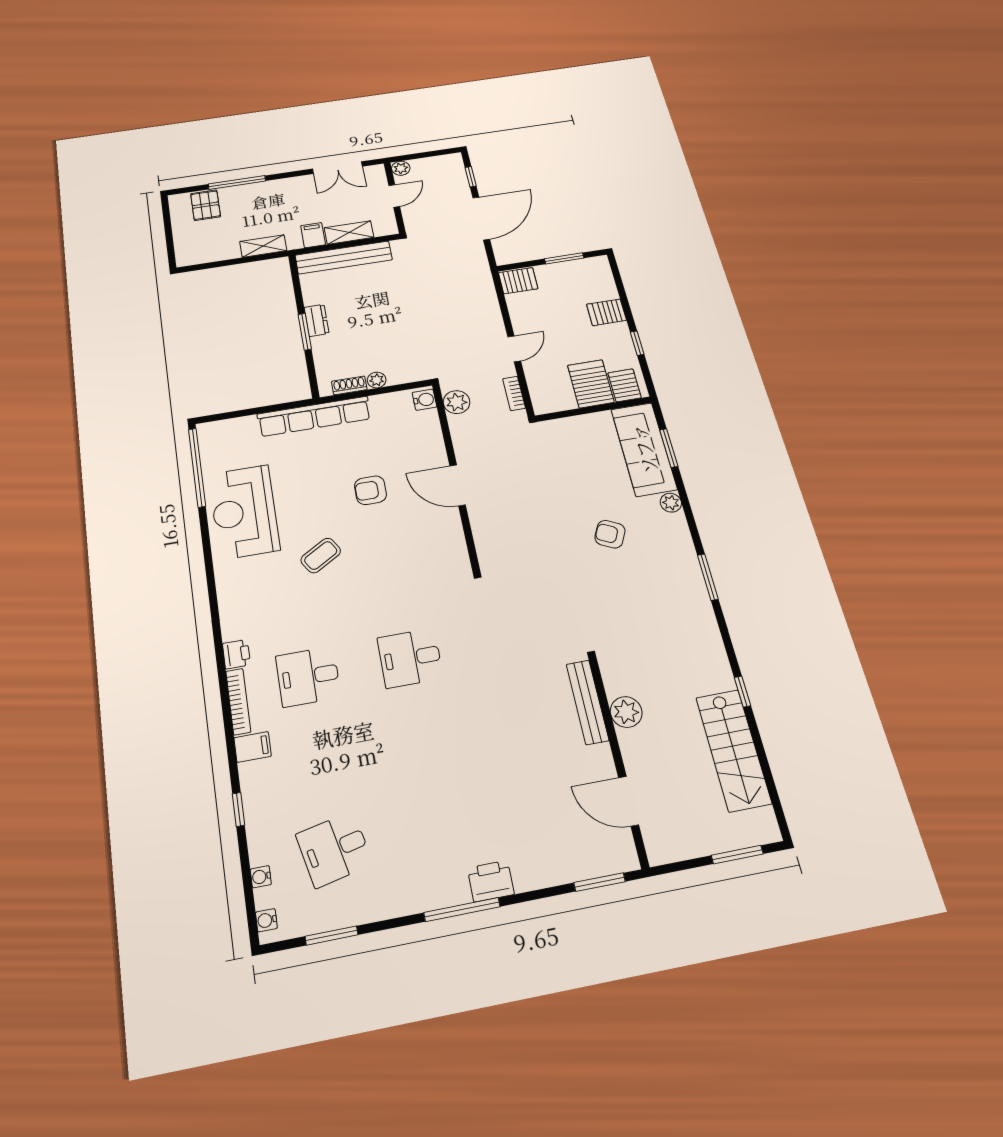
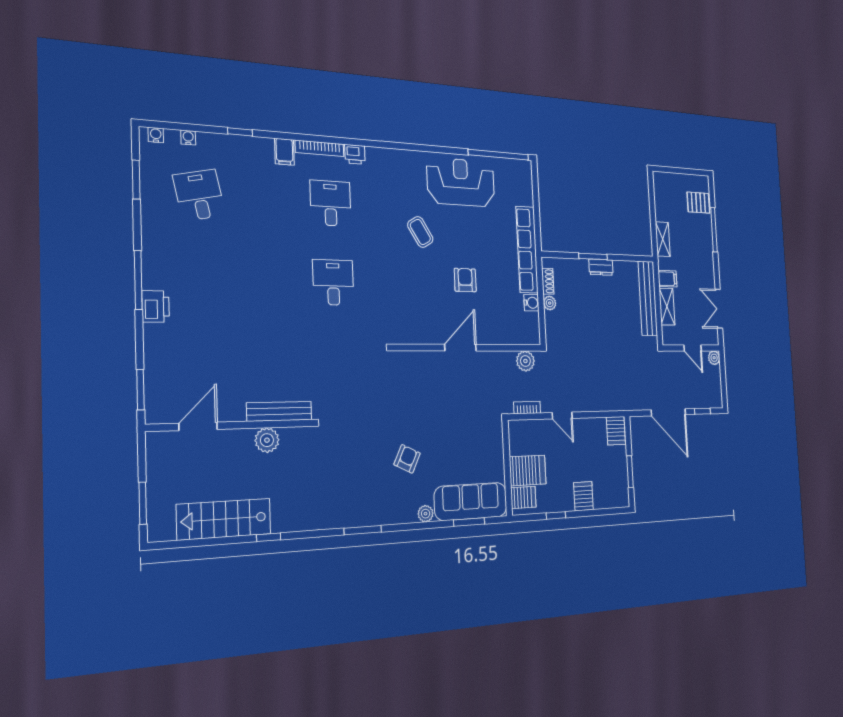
water cooler: (424, 400) -> (531, 303), moved, turned -90

